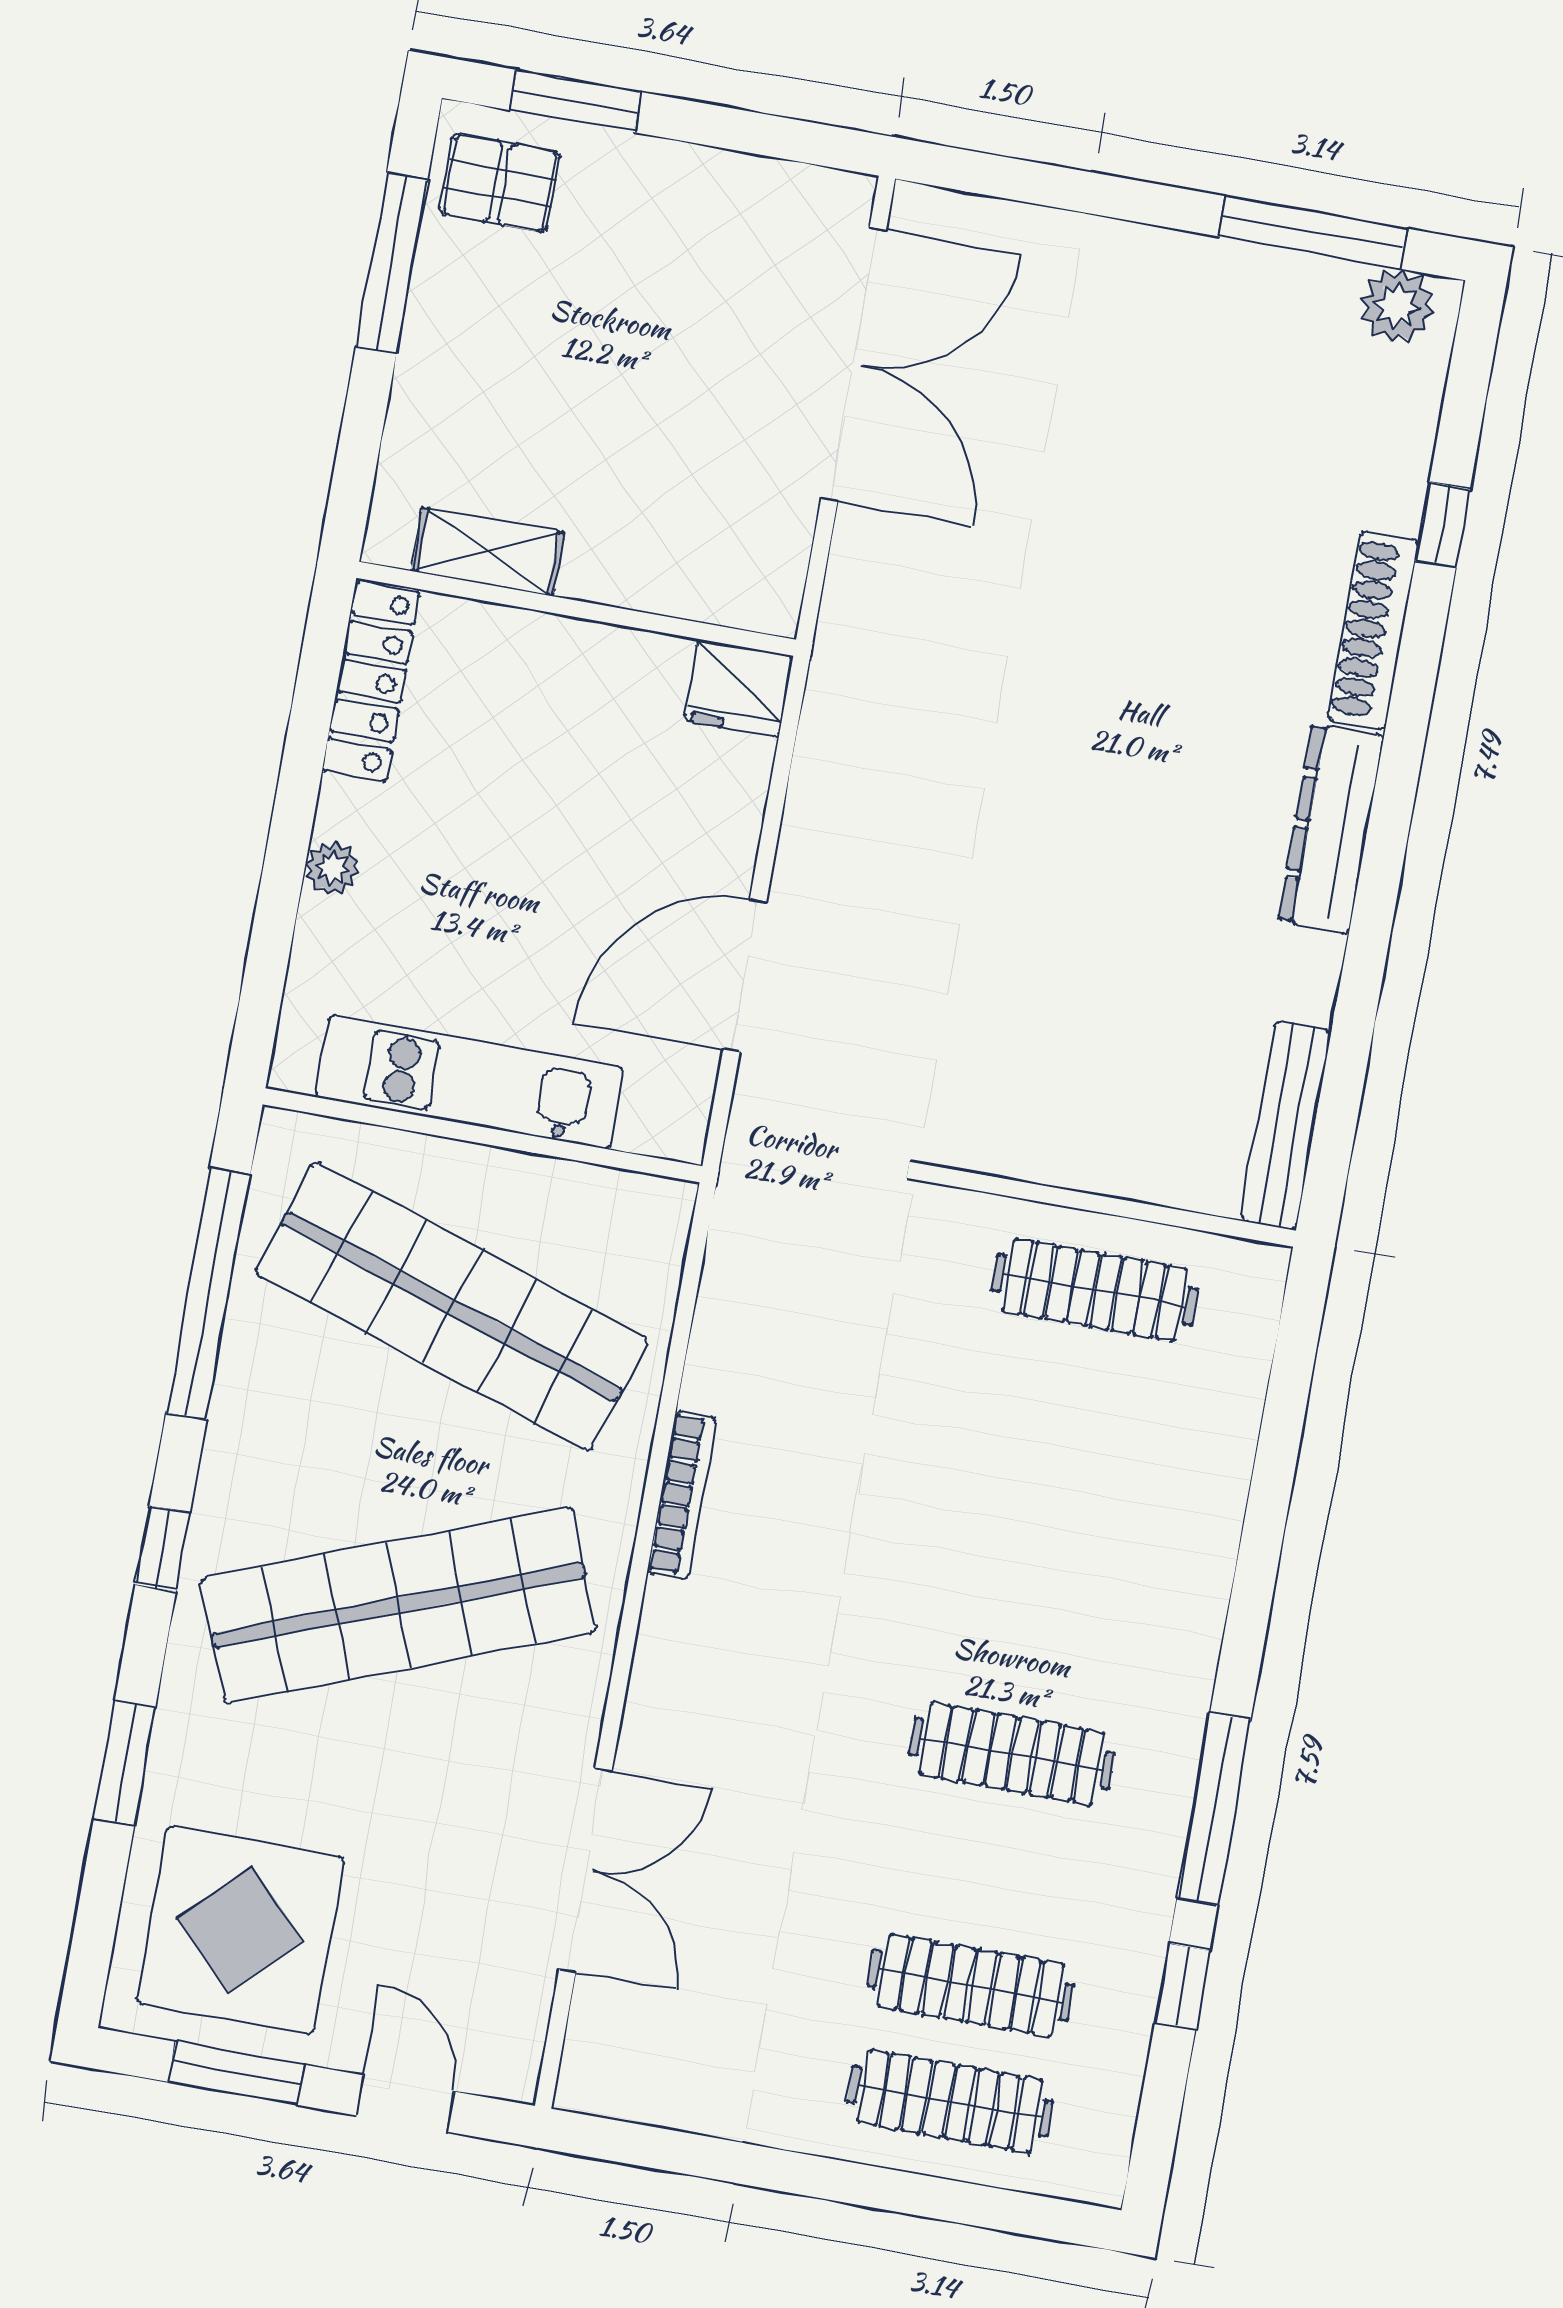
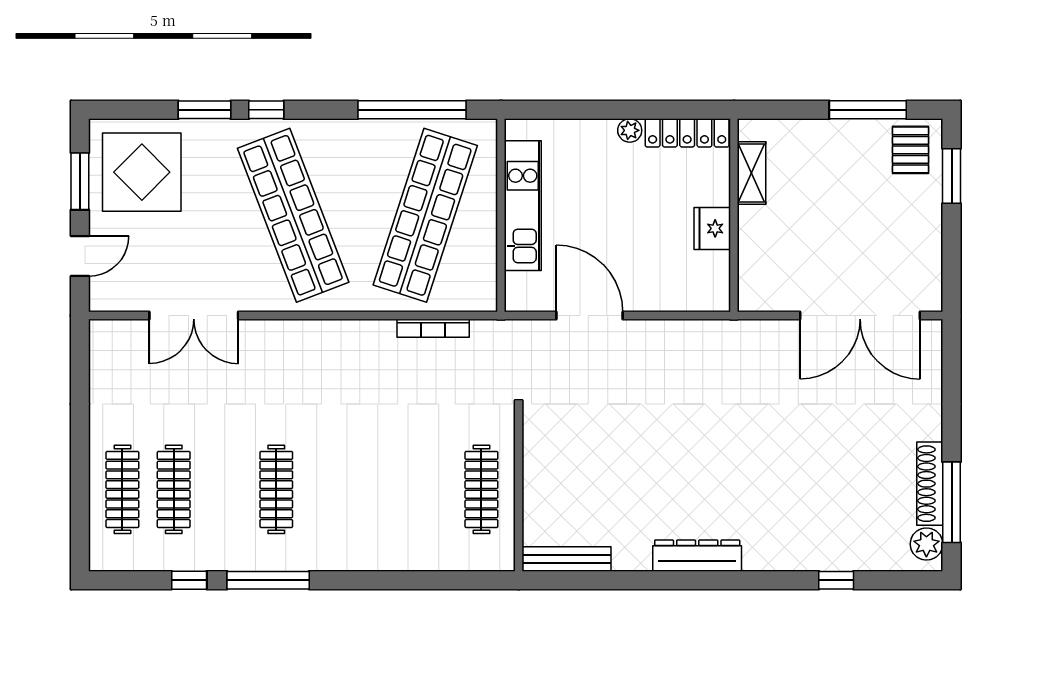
shoe rack: (1373, 630) -> (930, 484), moved, turned -90
fridge: (738, 688) -> (712, 228), moved
plant: (332, 868) -> (630, 130), moved
bookcase: (682, 1495) -> (433, 328), moved
window: (163, 1548) -> (266, 110), moved

